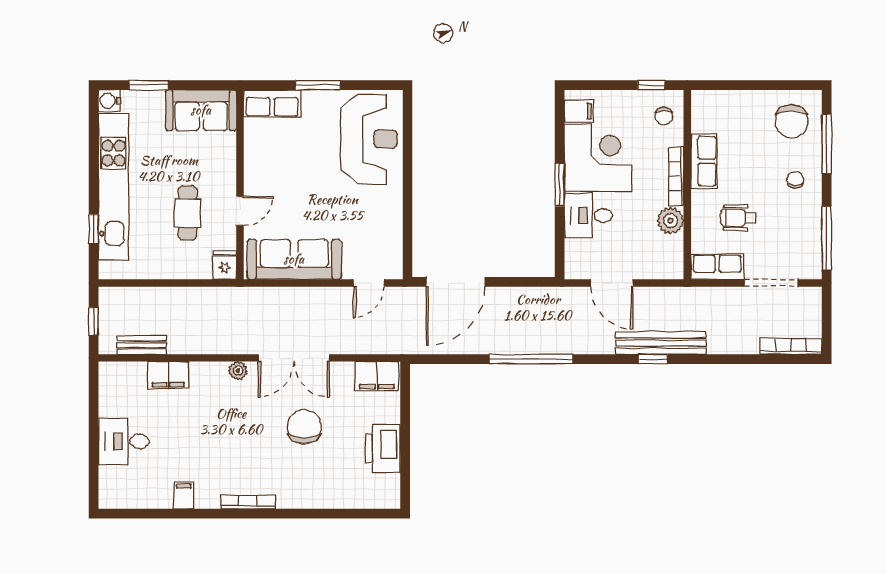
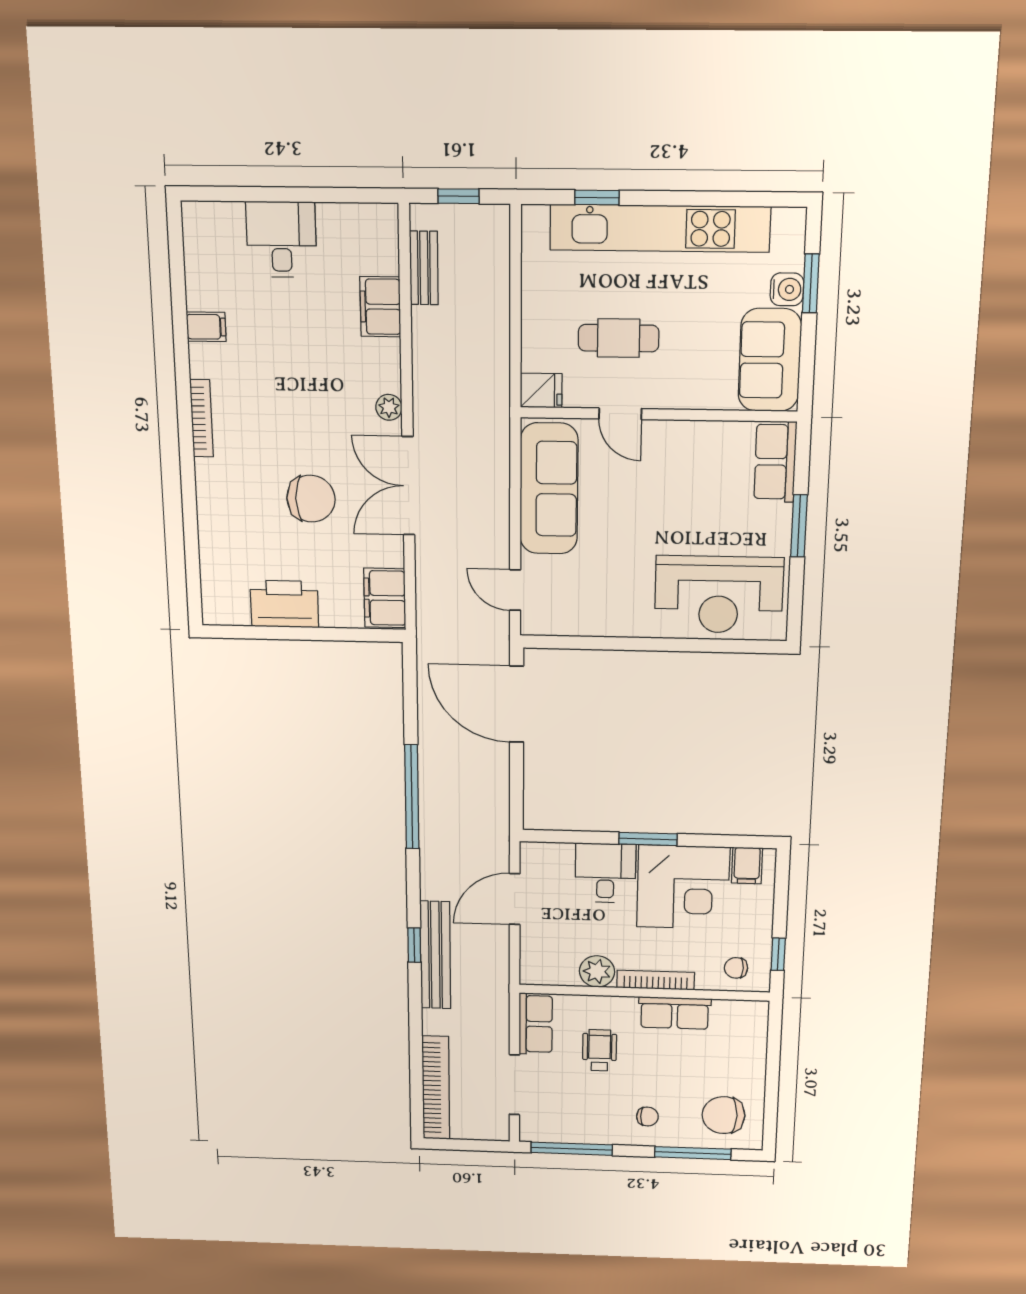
water cooler: (109, 101) -> (787, 289), moved, turned 90
bookcase: (791, 347) -> (436, 1088), width x1.48, depth x1.31

